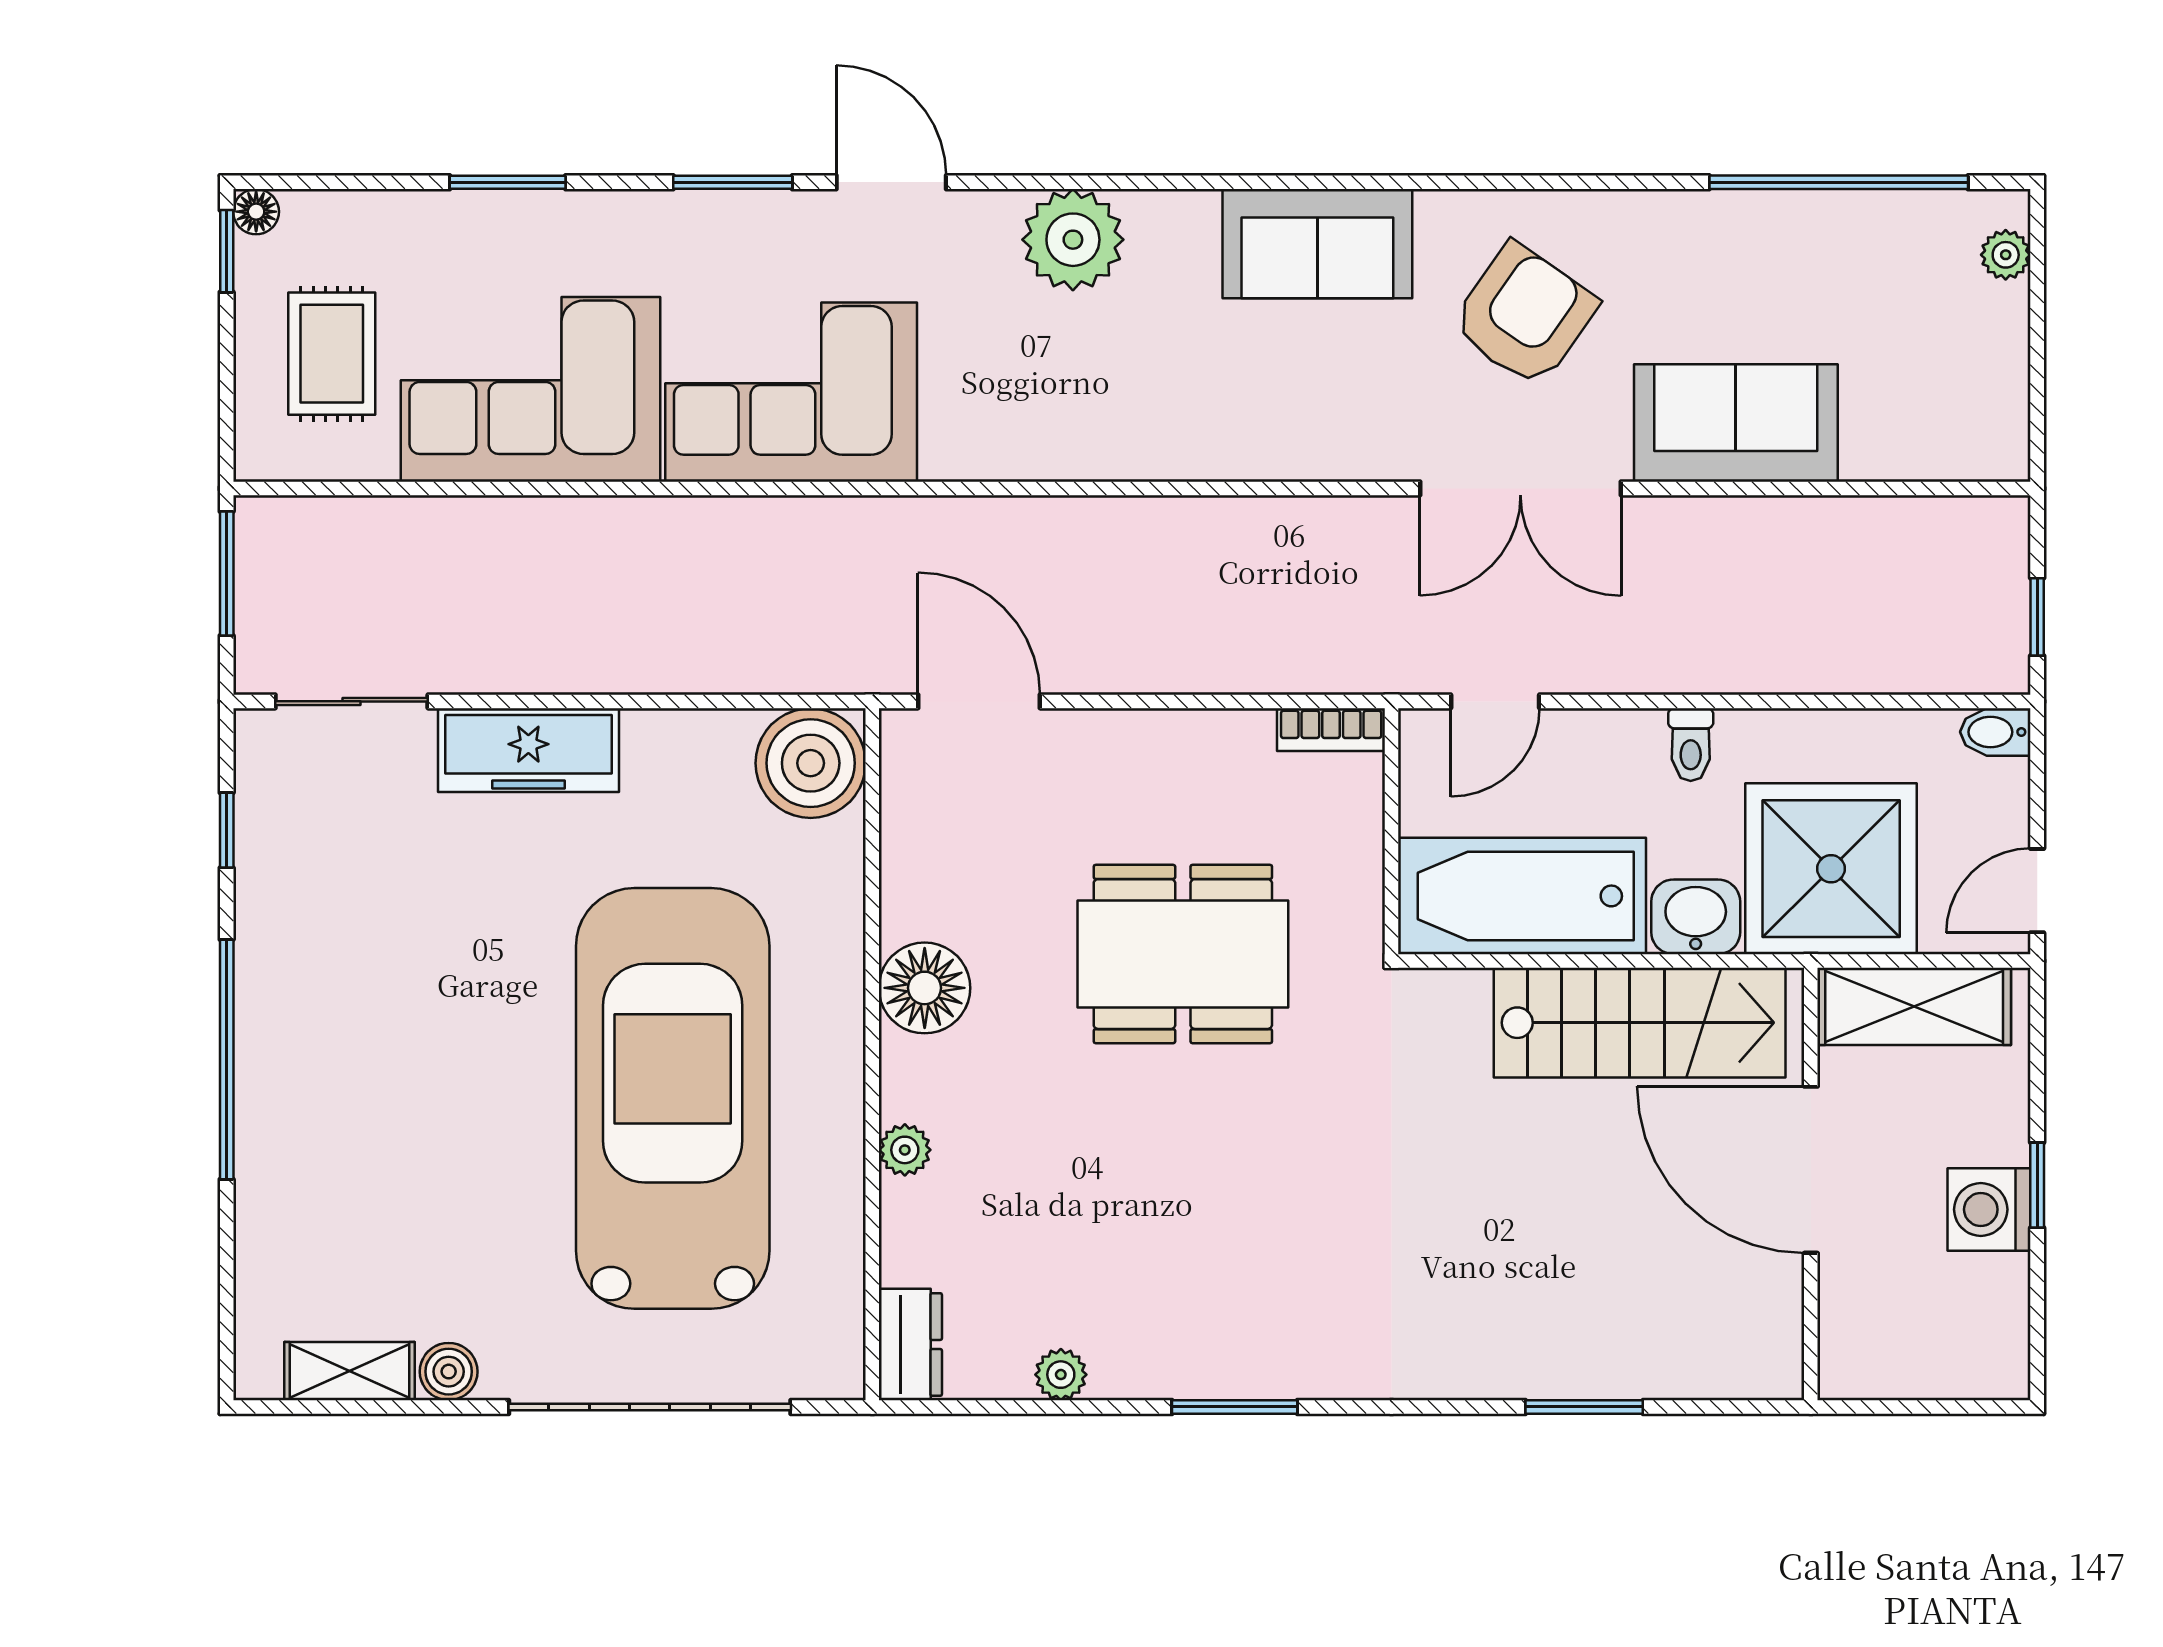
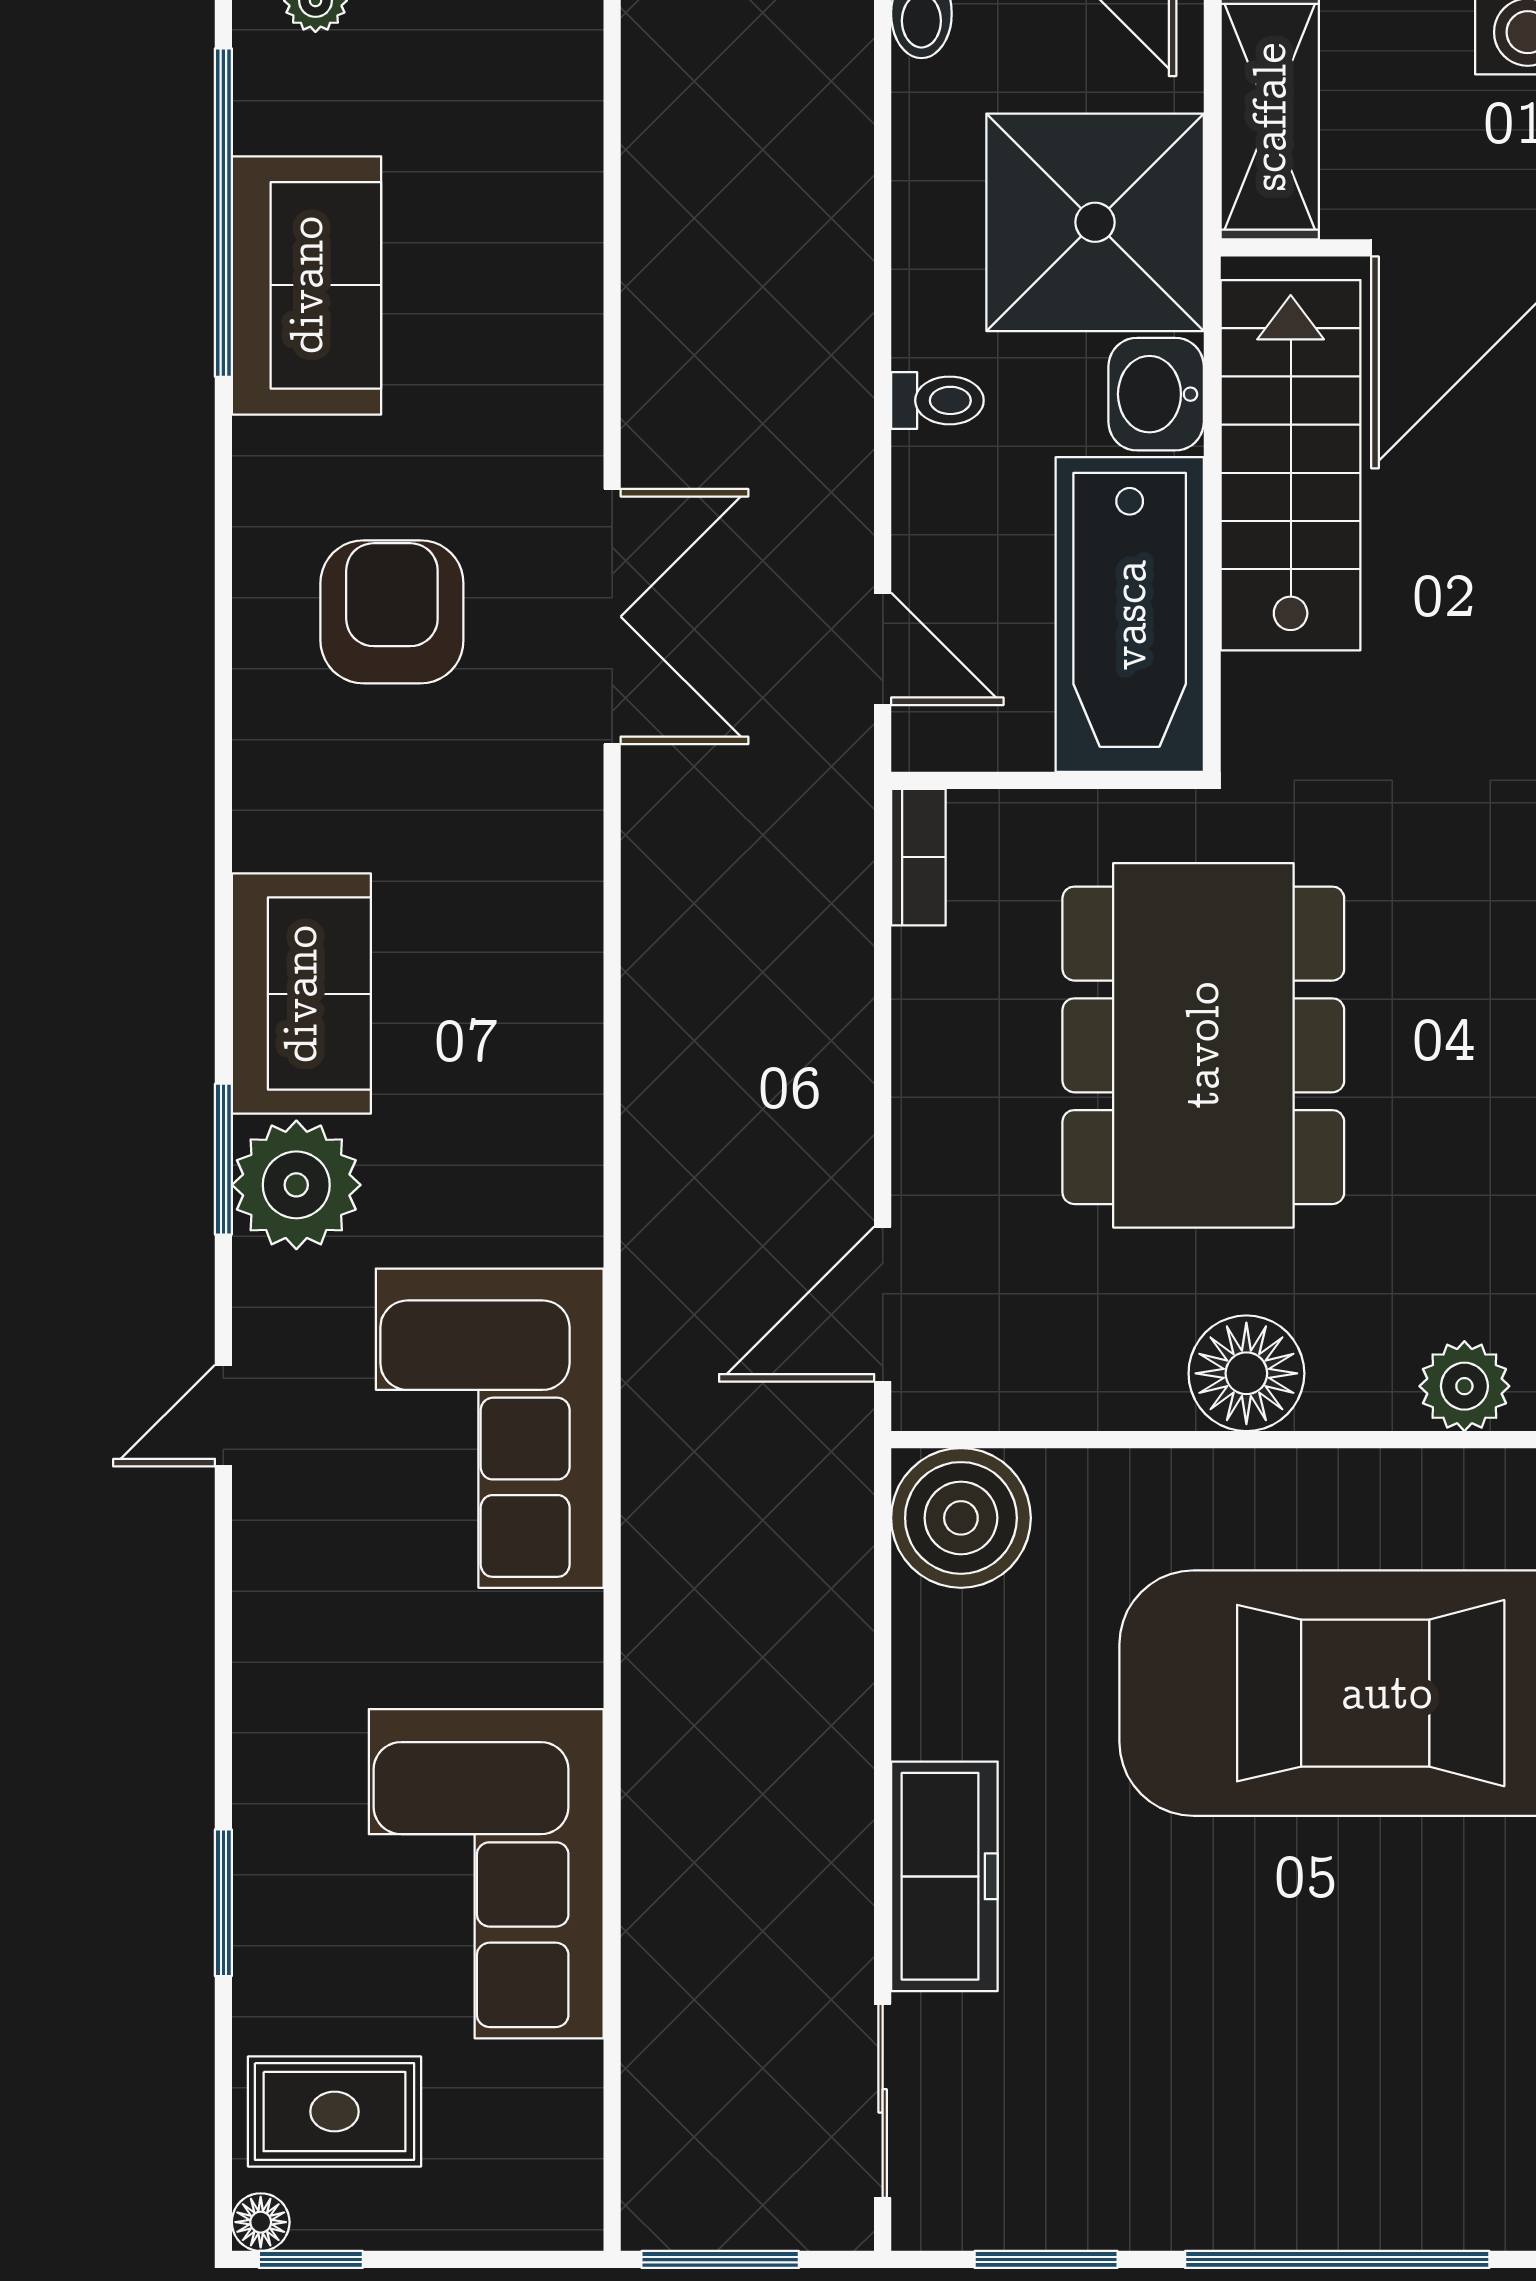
window: (733, 182) -> (223, 1159), moved
door: (891, 182) -> (223, 1416), width x0.73
sofa: (1317, 244) -> (301, 994), moved
armchair: (1524, 315) -> (392, 612), turned 55
rug: (332, 354) -> (335, 2112), moved
corner sofa: (791, 392) -> (490, 1428), moved
sofa: (1736, 423) -> (307, 285), moved, turned 180
window: (227, 830) -> (1046, 2259), width x1.50
dining table: (1183, 954) -> (1203, 1045), width x1.36, depth x1.24
plant: (905, 1150) -> (1464, 1386), width x1.38, depth x1.38

